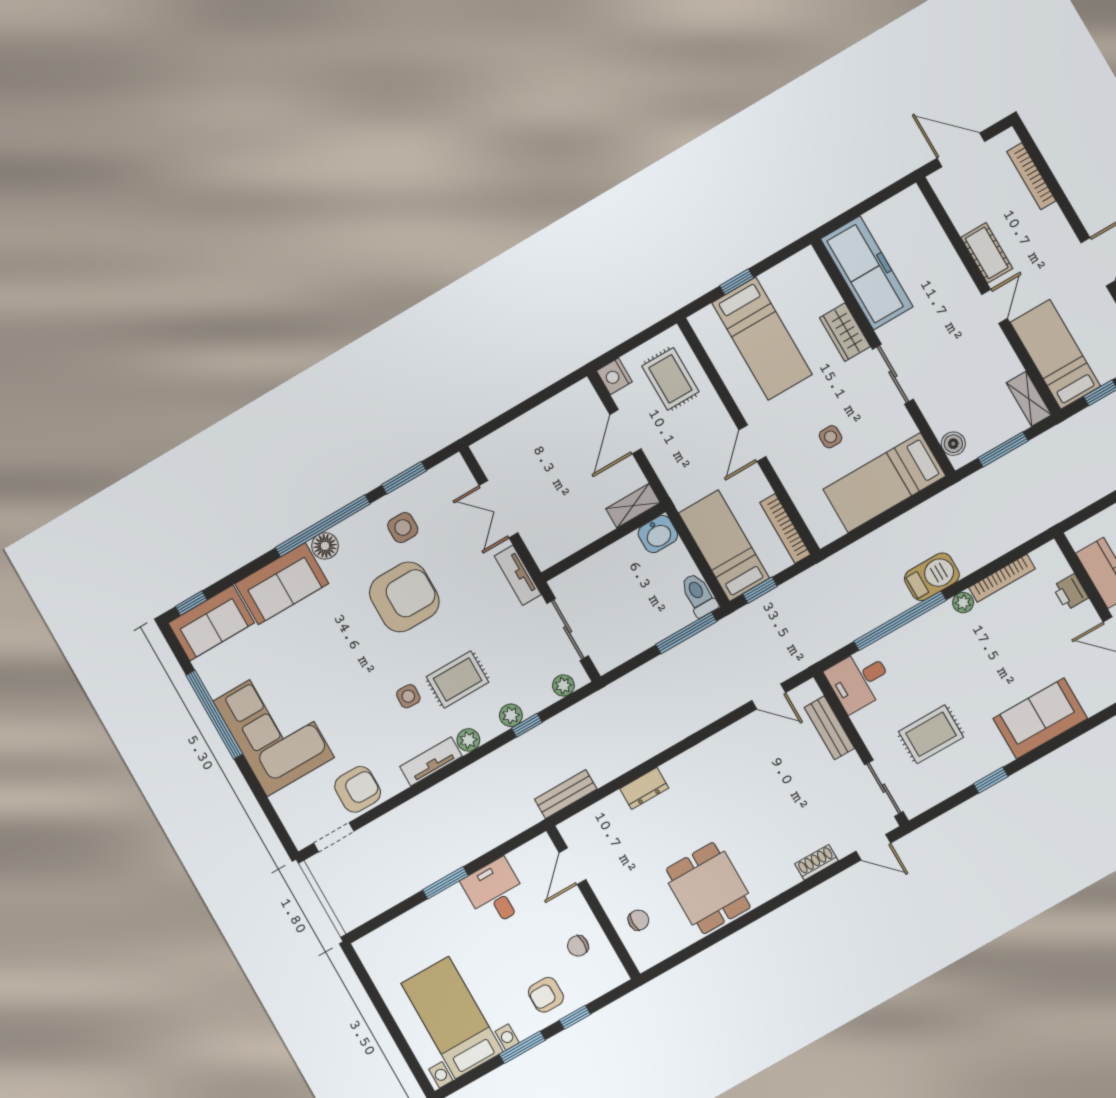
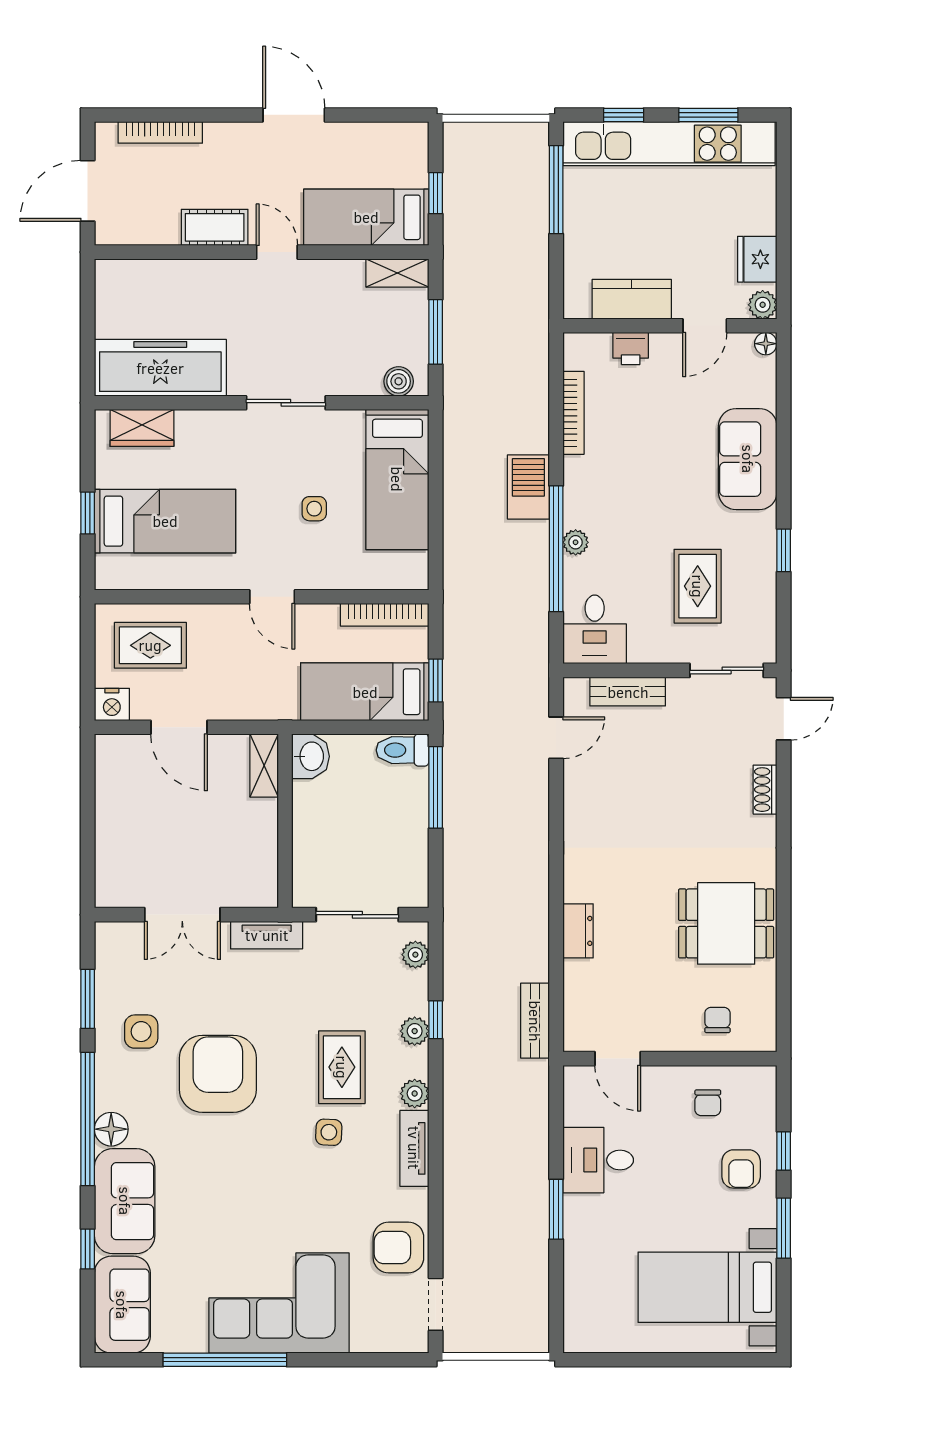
wardrobe: (845, 332) -> (142, 428), moved
window: (191, 603) -> (88, 1249), moved
plant: (963, 603) -> (576, 542), moved
armchair: (358, 789) -> (398, 1247), turned -90

